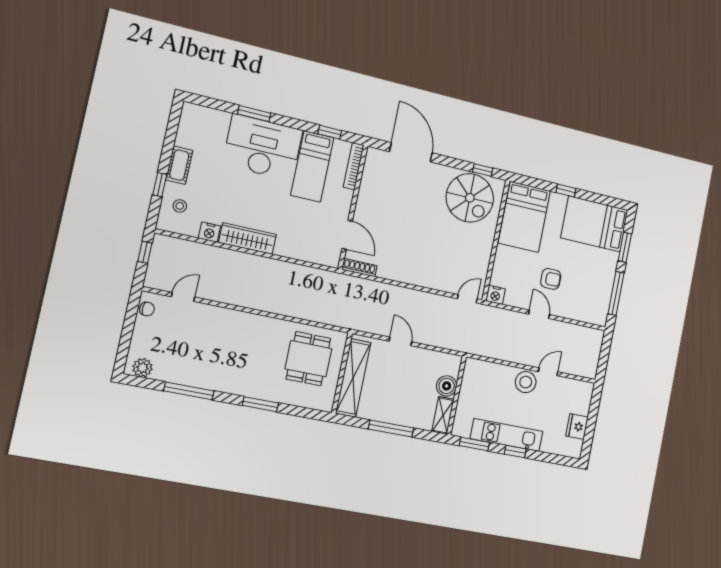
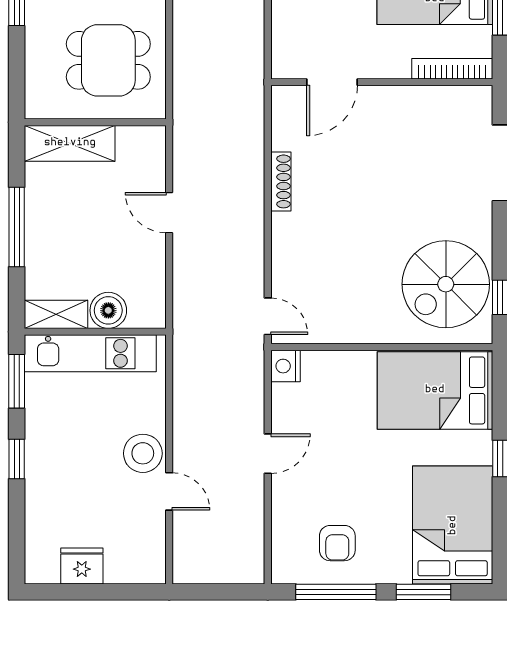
shoe rack: (359, 268) -> (281, 181), moved
armchair: (551, 279) -> (337, 543), moved
door: (400, 341) -> (169, 213), swing flipped
shelving: (353, 378) -> (70, 143), width x0.68
kitchen unit: (507, 435) -> (90, 353), moved, turned 90

